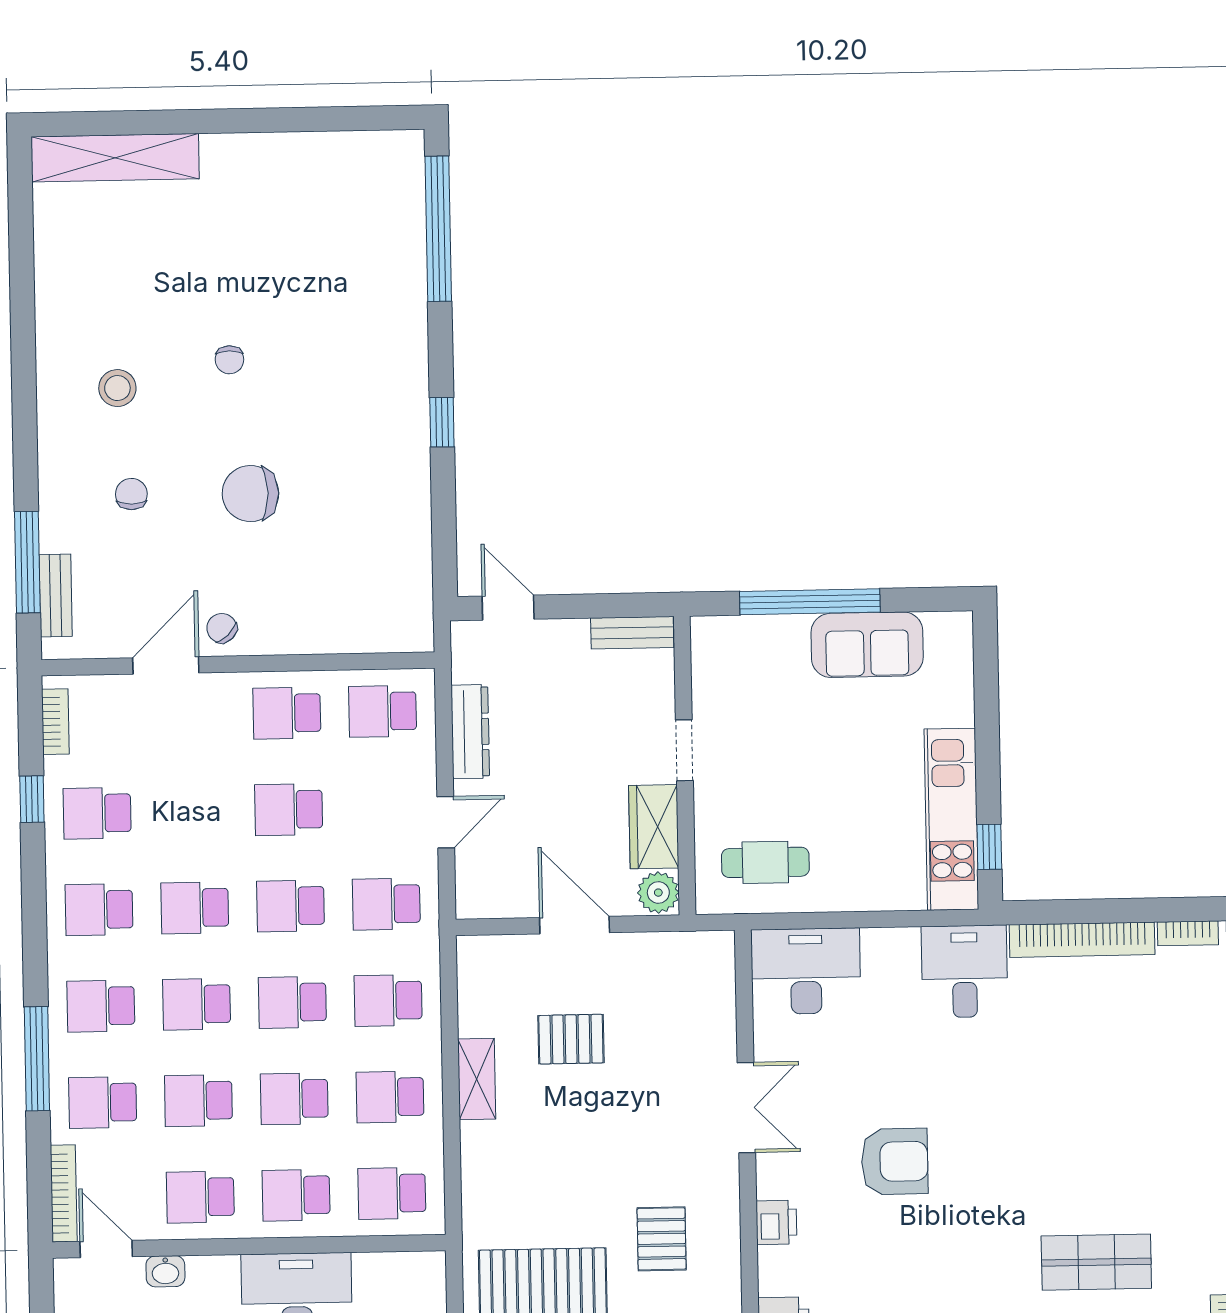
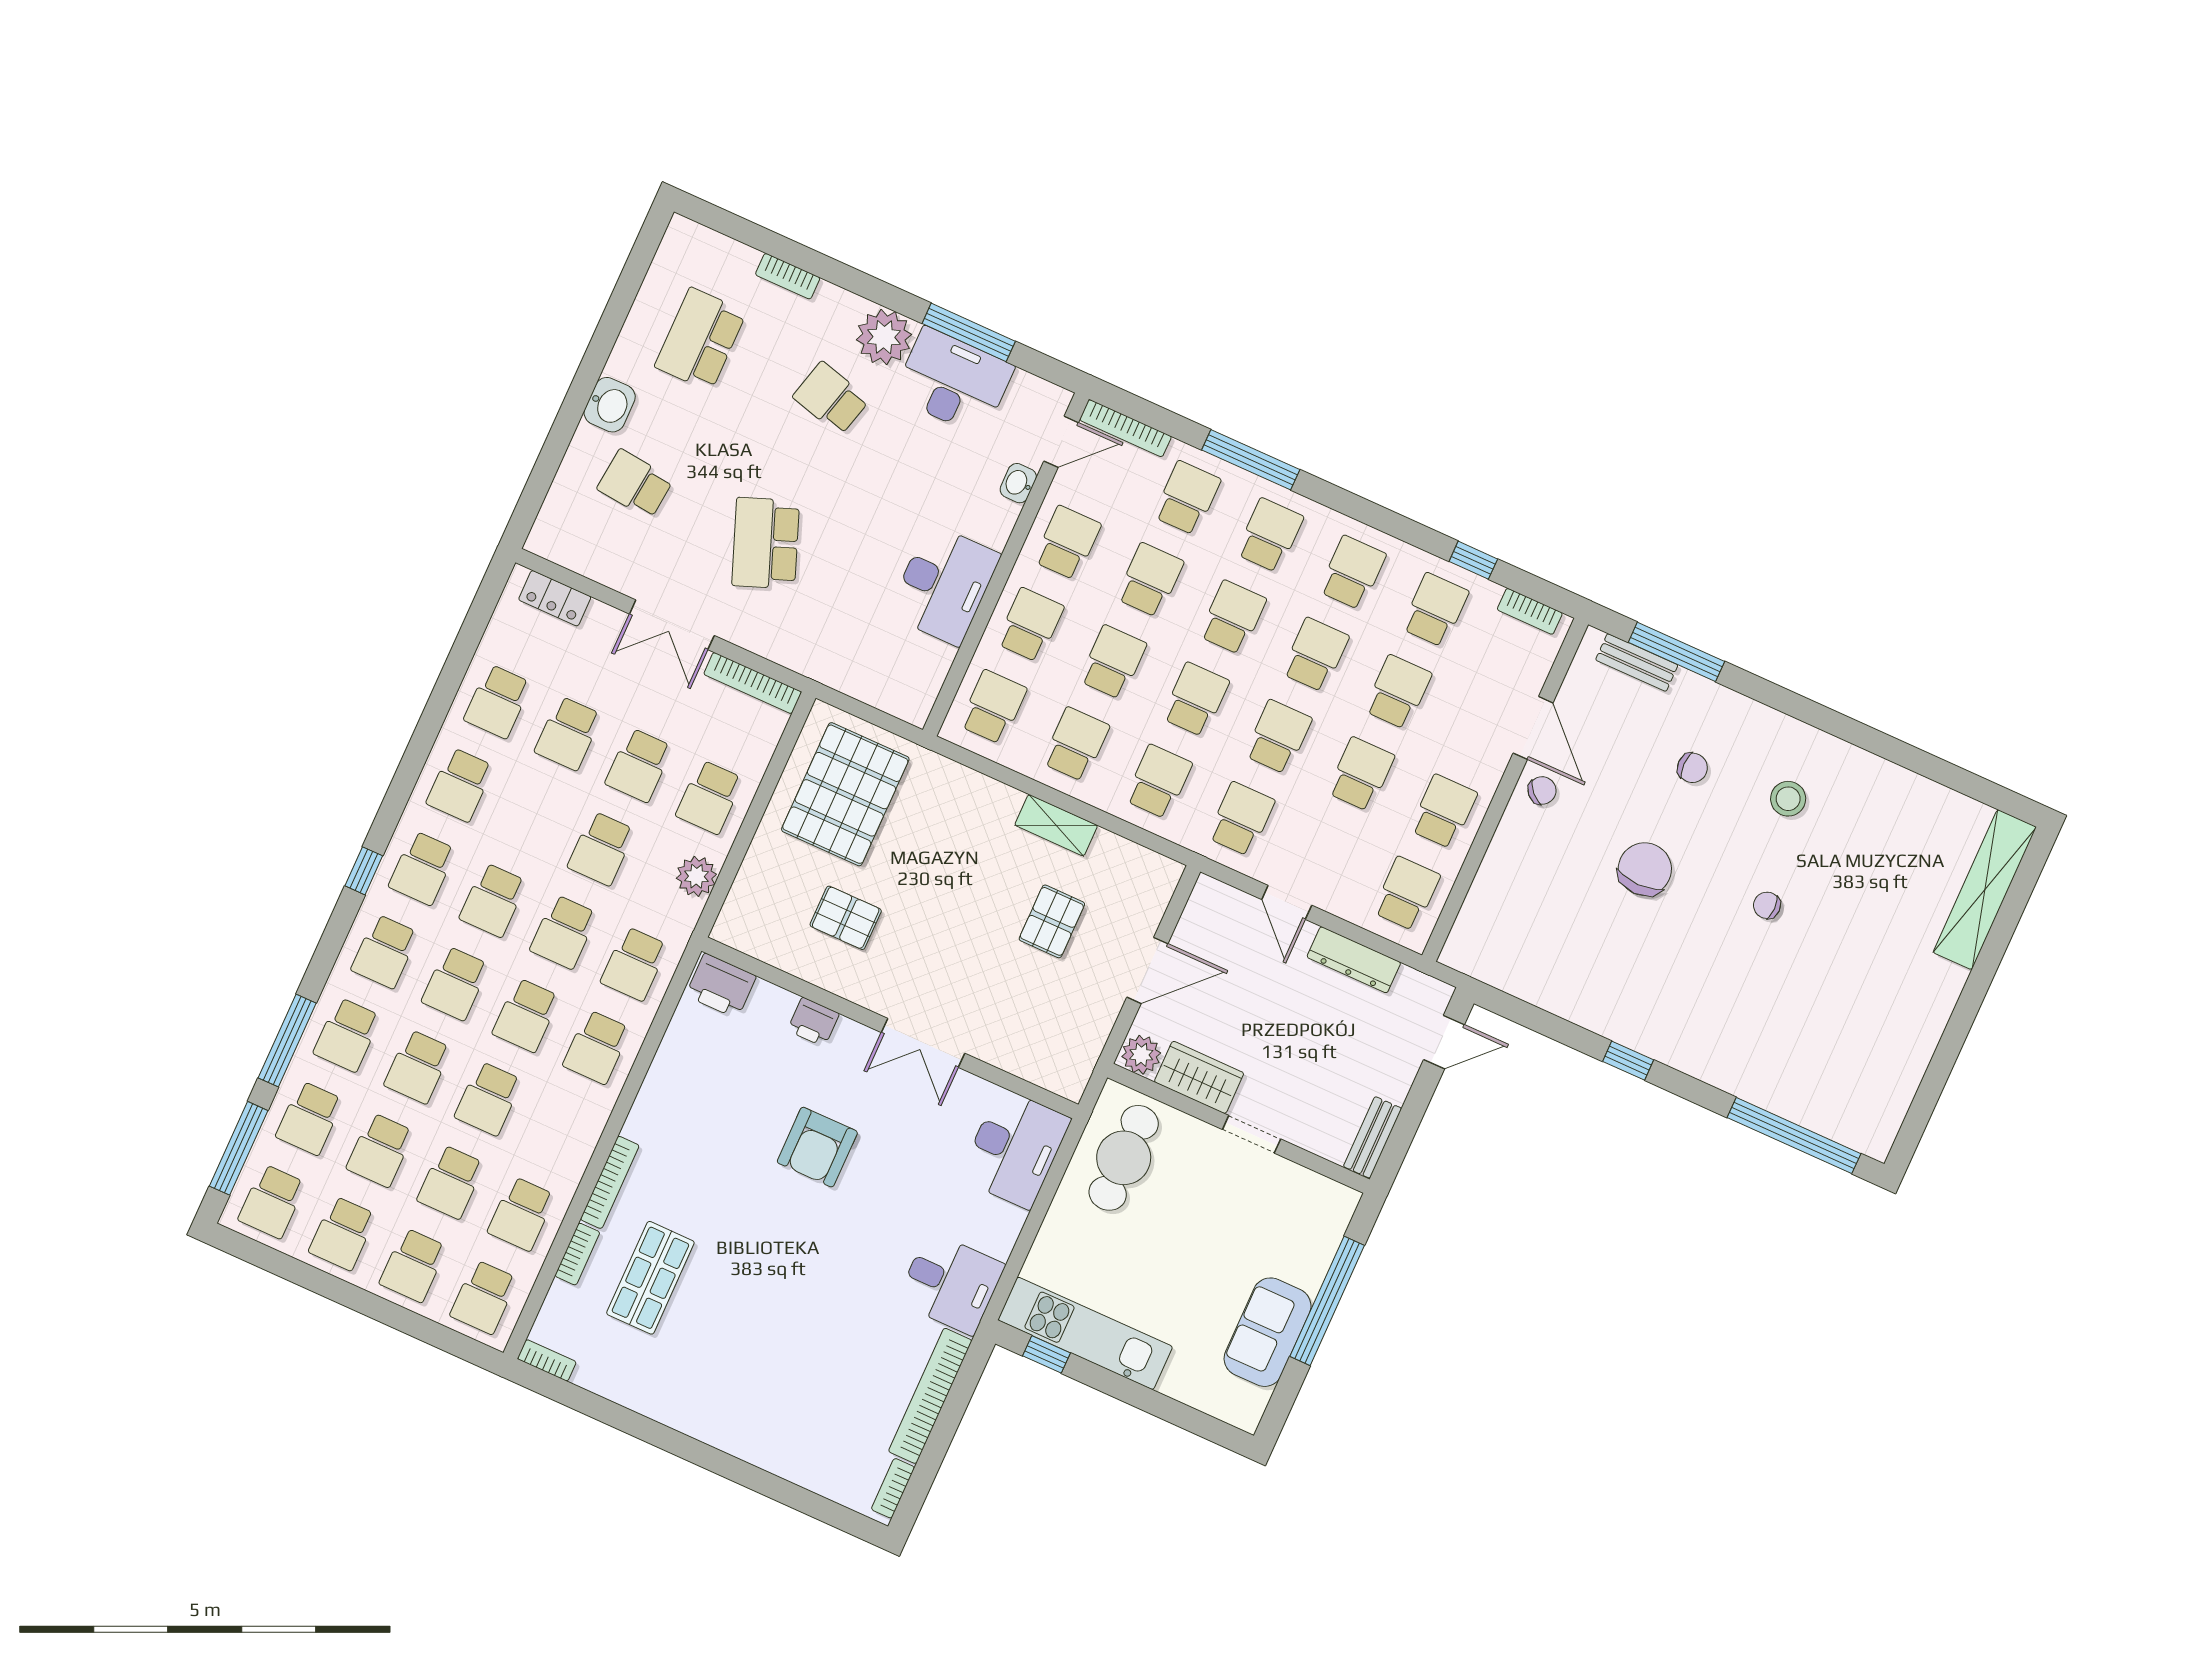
school desk: (193, 811) -> (1398, 692), added
cafe table: (765, 862) -> (1124, 1158), width x1.37, depth x1.35

